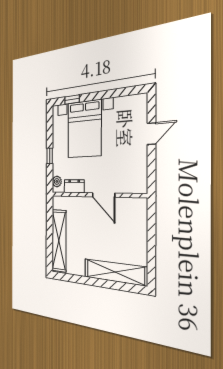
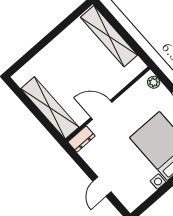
dresser: (74, 186) -> (82, 139), moved
shelving: (115, 272) -> (50, 108), moved, turned 90

